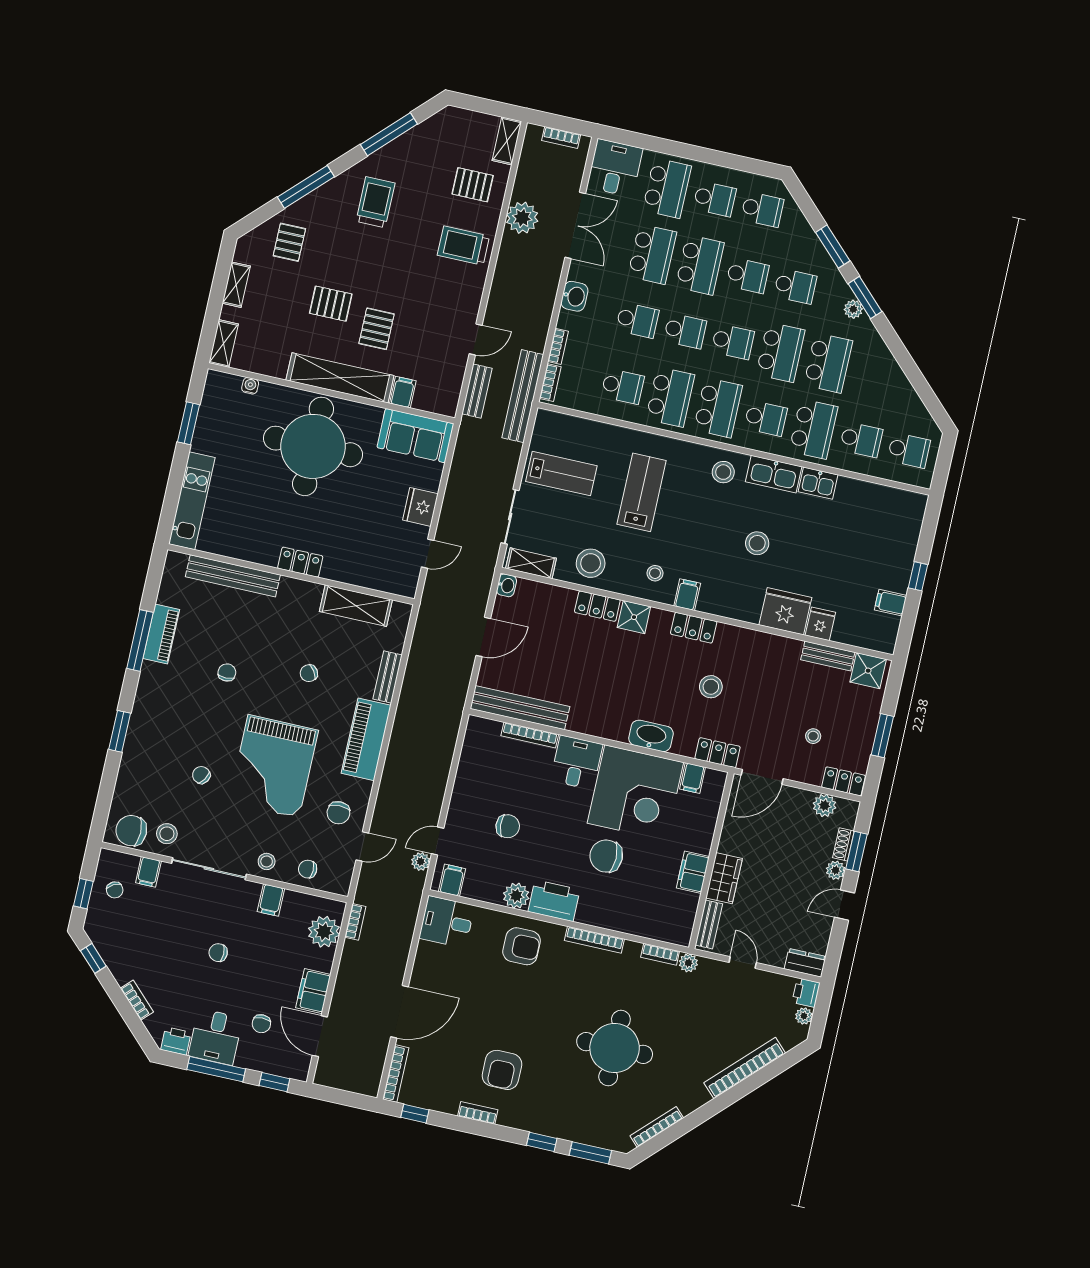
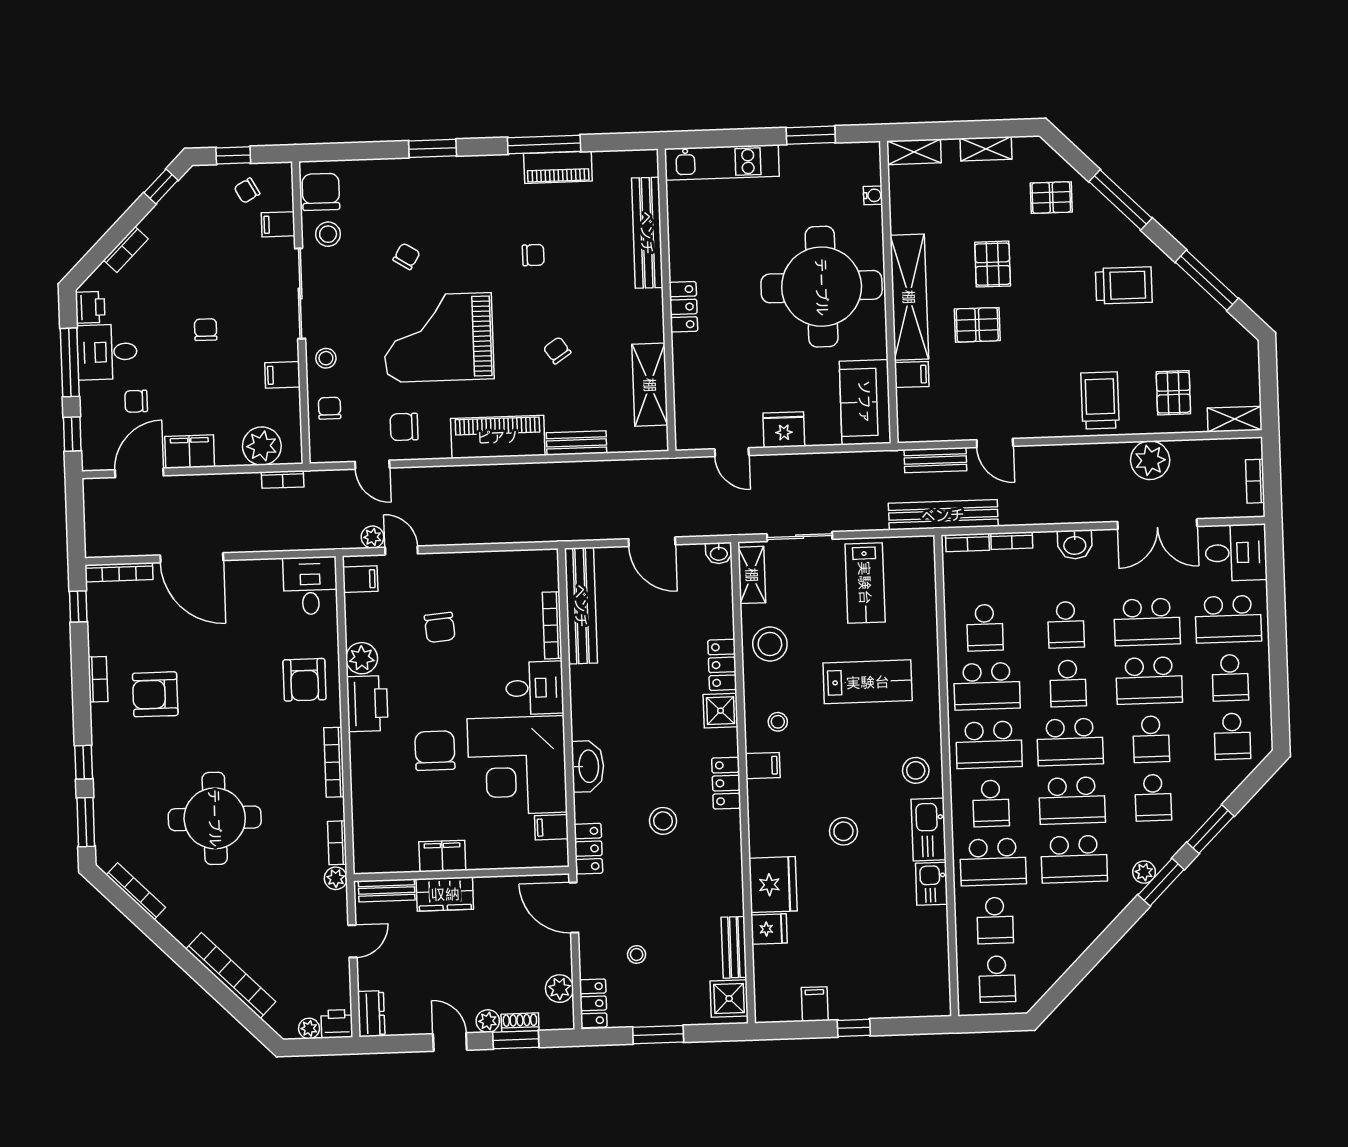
school desk: (733, 342) -> (1070, 742), width x1.85

